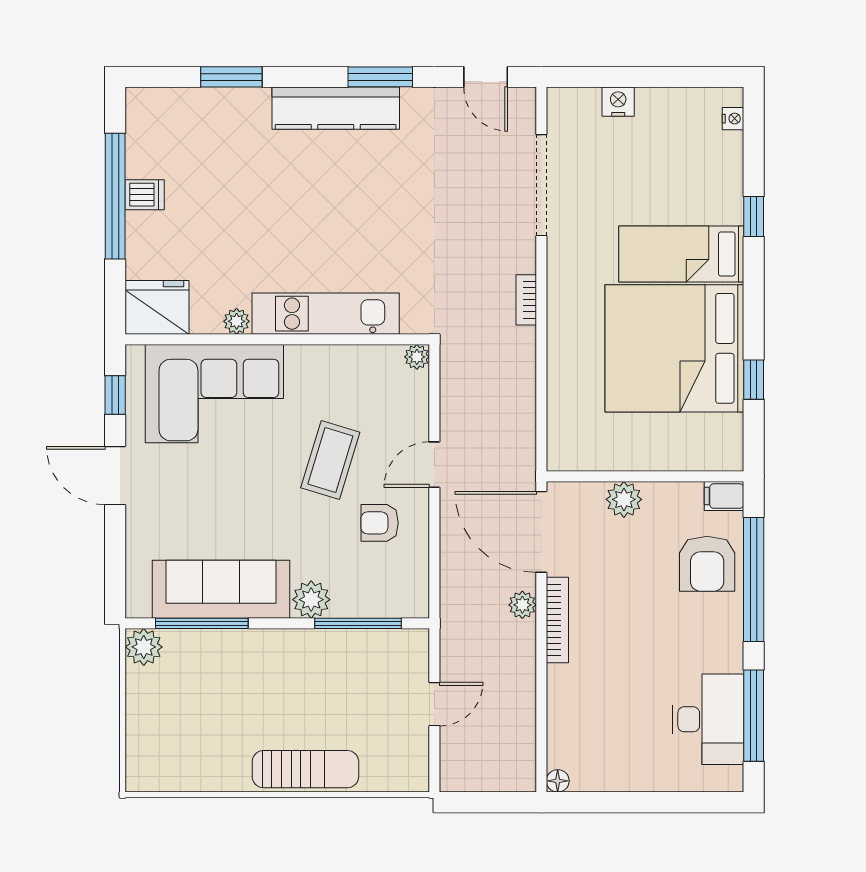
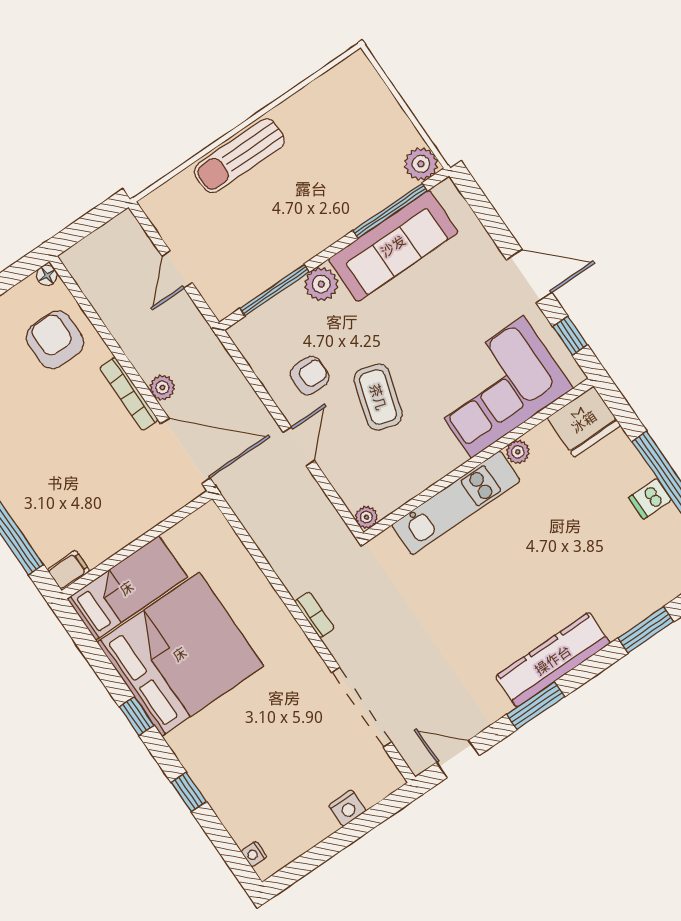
bed: (681, 254) -> (127, 588), moved
window: (754, 380) -> (137, 716), moved
plant: (624, 499) -> (141, 517), removed
armchair: (707, 564) -> (55, 340), moved

